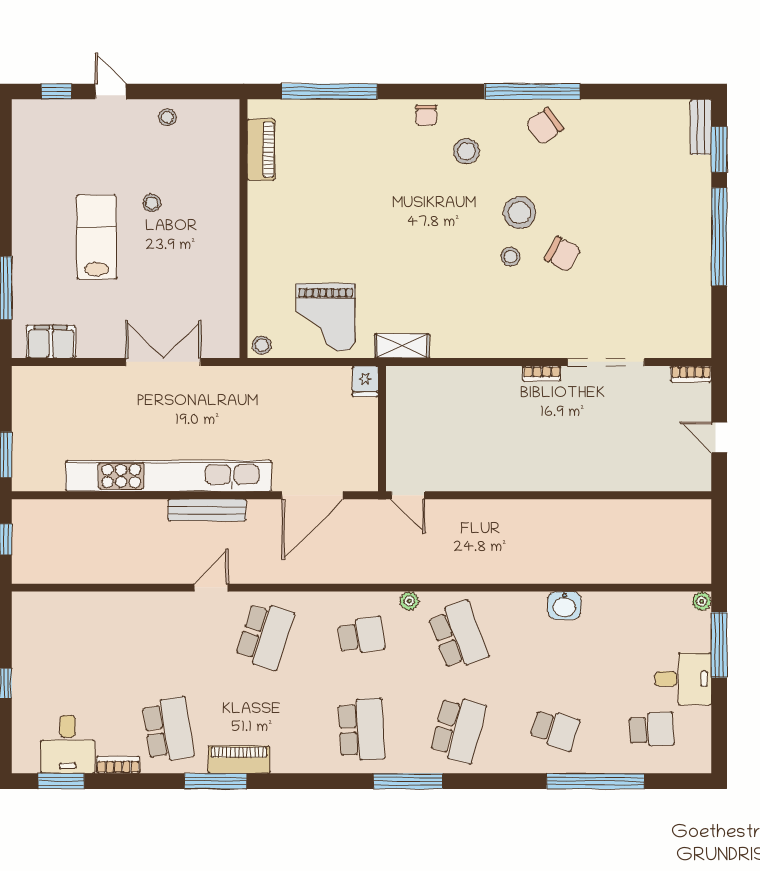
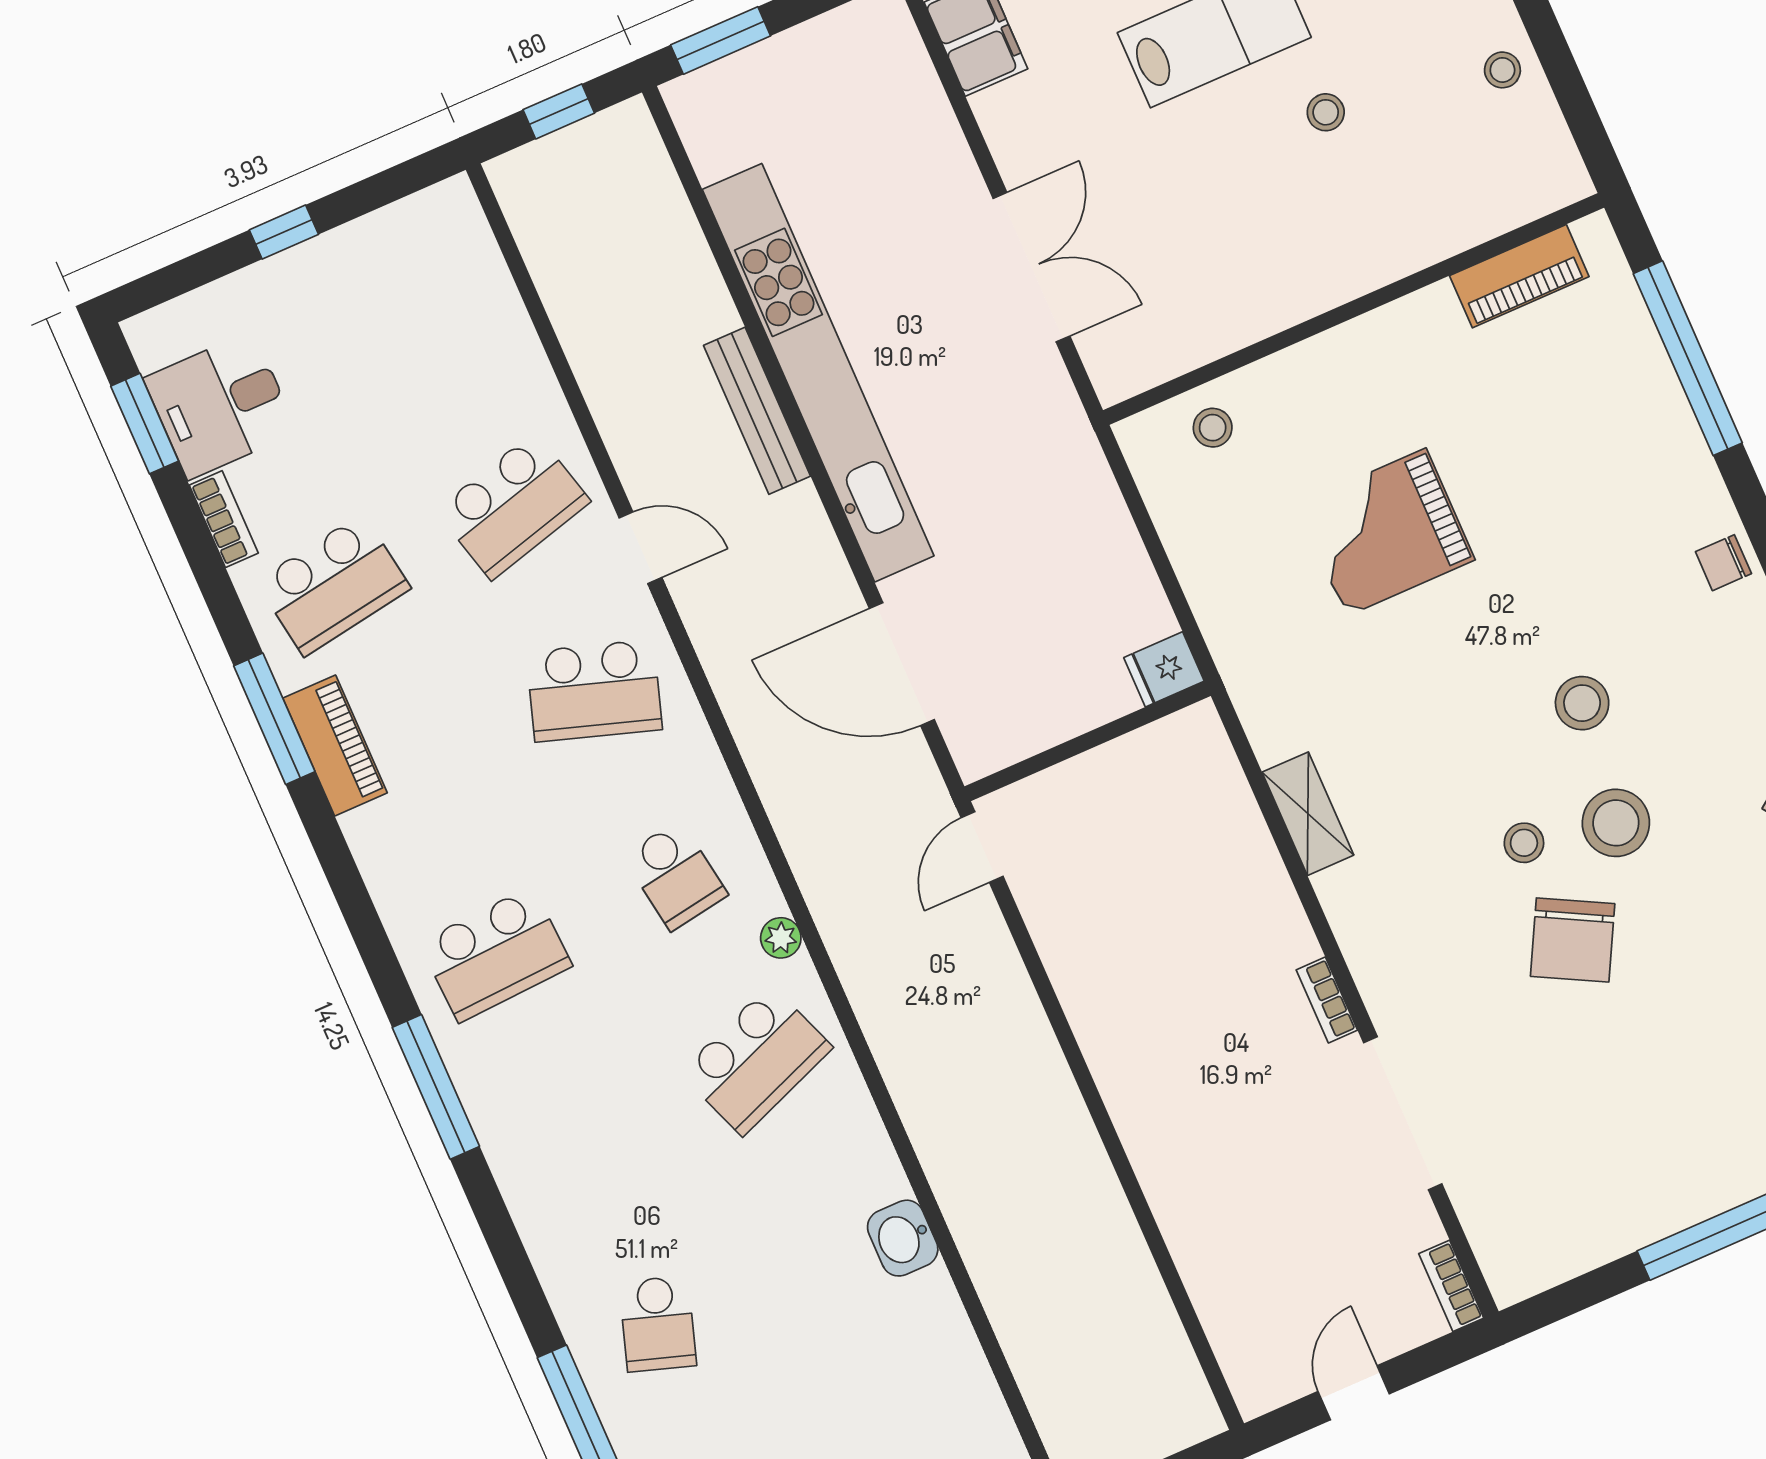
stool: (466, 151) -> (1582, 703), moved
chair: (563, 254) -> (1573, 940), width x1.37, depth x1.37
grand piano: (326, 317) -> (1386, 532), moved
stool: (262, 345) -> (1213, 428), moved
shelving: (402, 346) -> (1308, 814), moved
bench: (207, 510) -> (757, 411), moved
school desk: (458, 729) -> (513, 506), moved, turned -30

